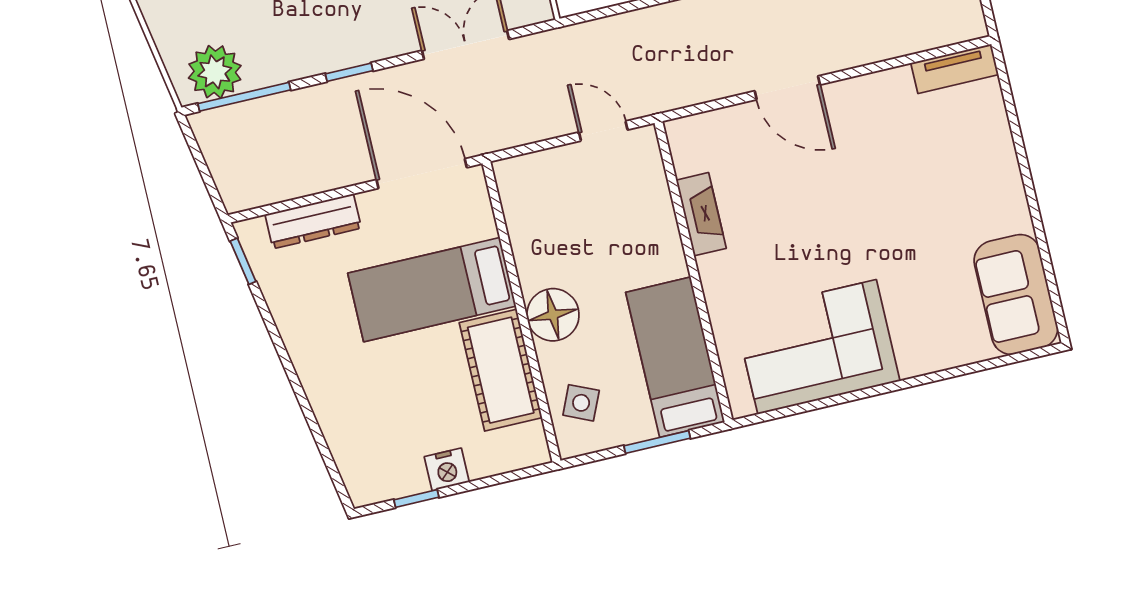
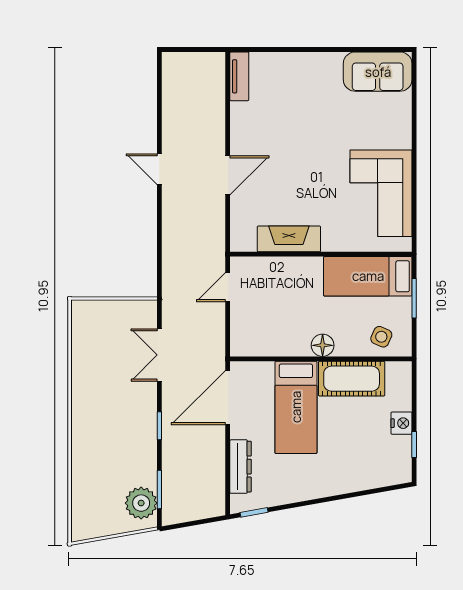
window: (244, 97) -> (159, 489), width x0.69
fireplace: (701, 214) -> (289, 239), width x1.37, depth x1.32
floor lamp: (553, 315) -> (323, 345), width x0.73, depth x0.73

